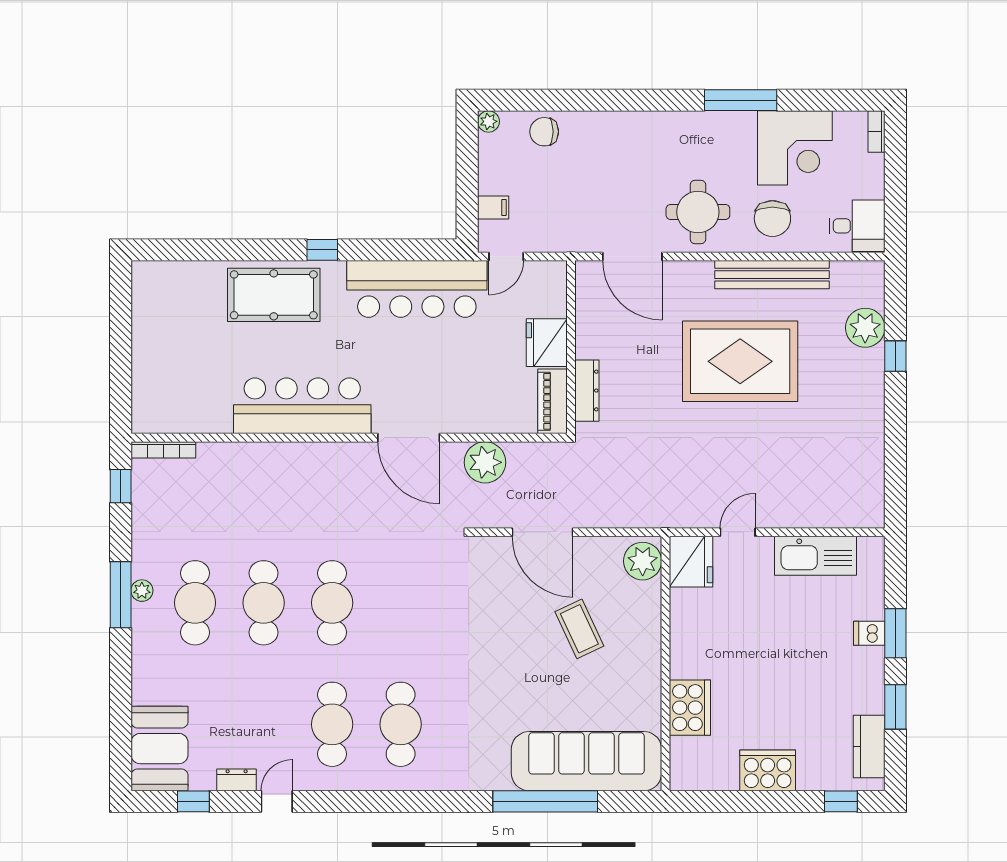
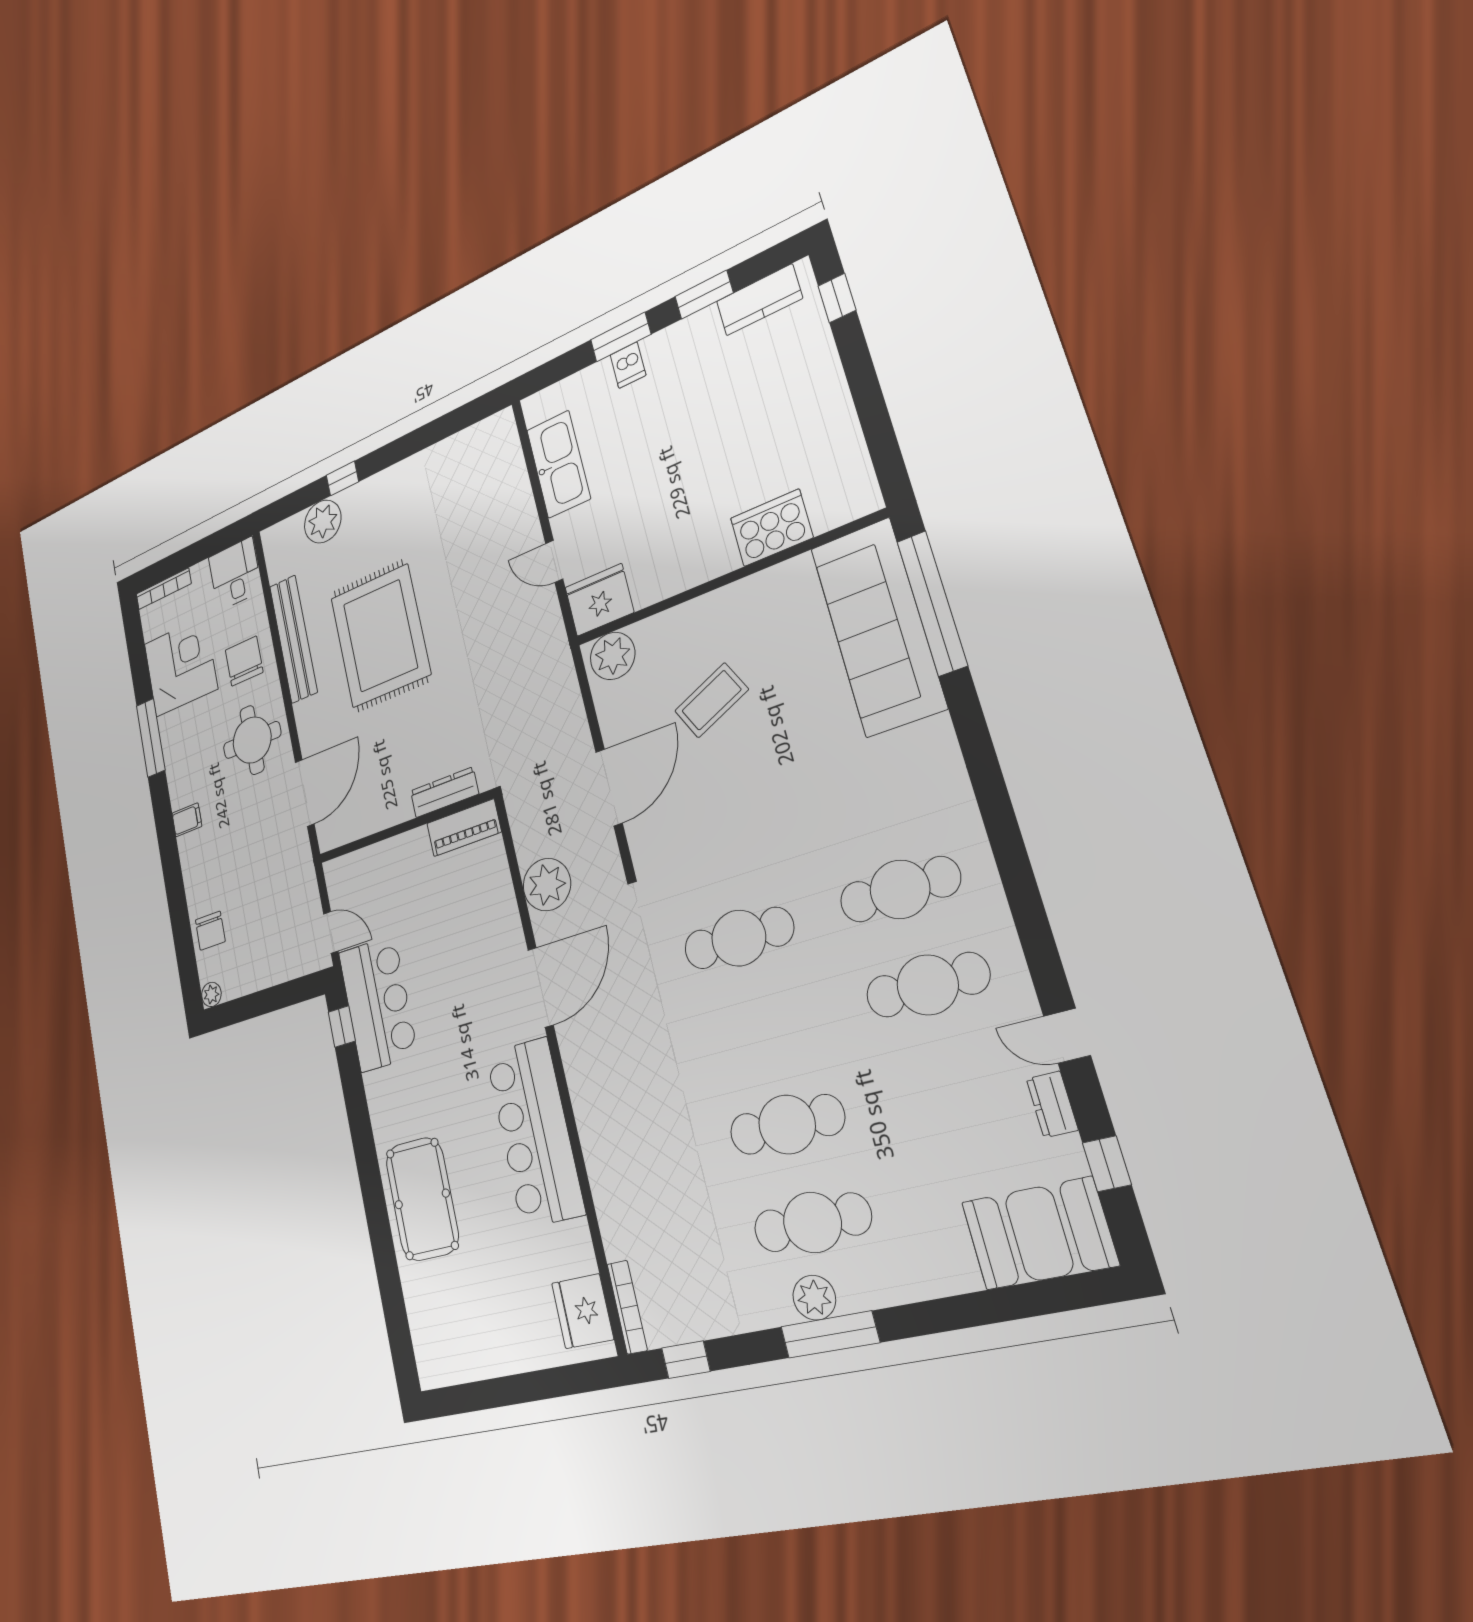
bookcase: (876, 132) -> (164, 589), width x1.56
filing cabinet: (493, 207) -> (187, 820), moved, turned 90
chair: (772, 219) -> (244, 661), turned -90
window: (322, 250) -> (342, 1026), moved
bar counter: (417, 289) -> (378, 1003), width x0.73
fridge: (547, 343) -> (583, 1311), moved, turned 90
plant: (142, 591) -> (814, 1298), width x1.38, depth x1.38
cafe table: (332, 603) -> (739, 938), moved
cooker: (768, 770) -> (824, 401), removed
window: (545, 801) -> (932, 603), moved

